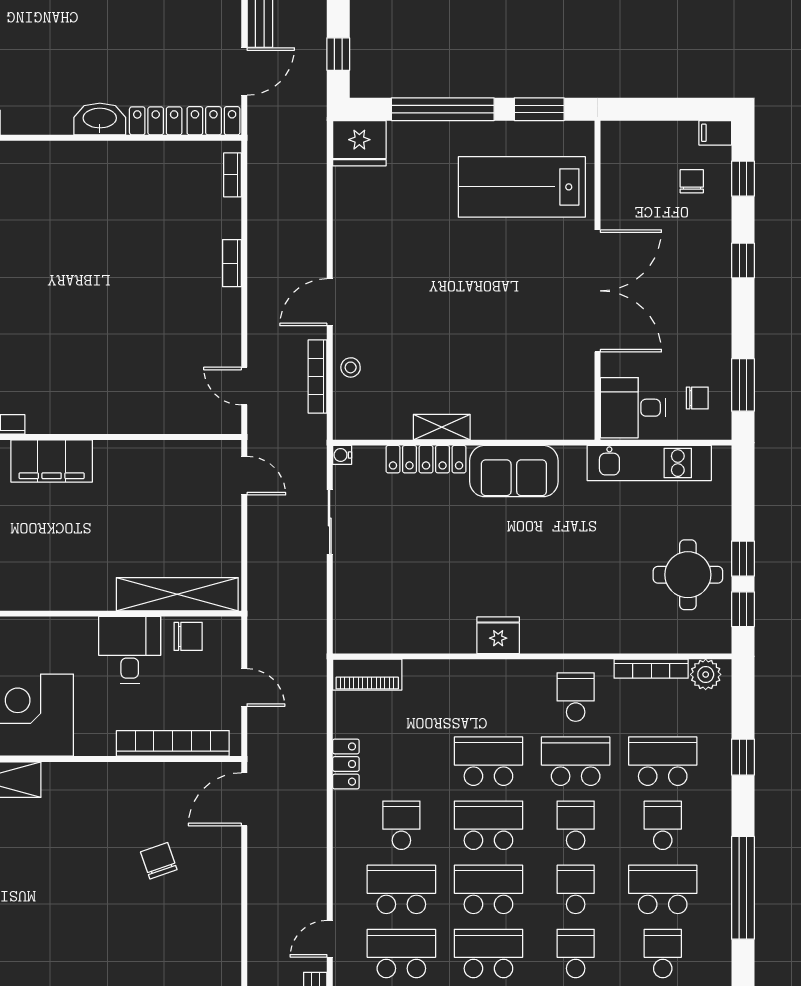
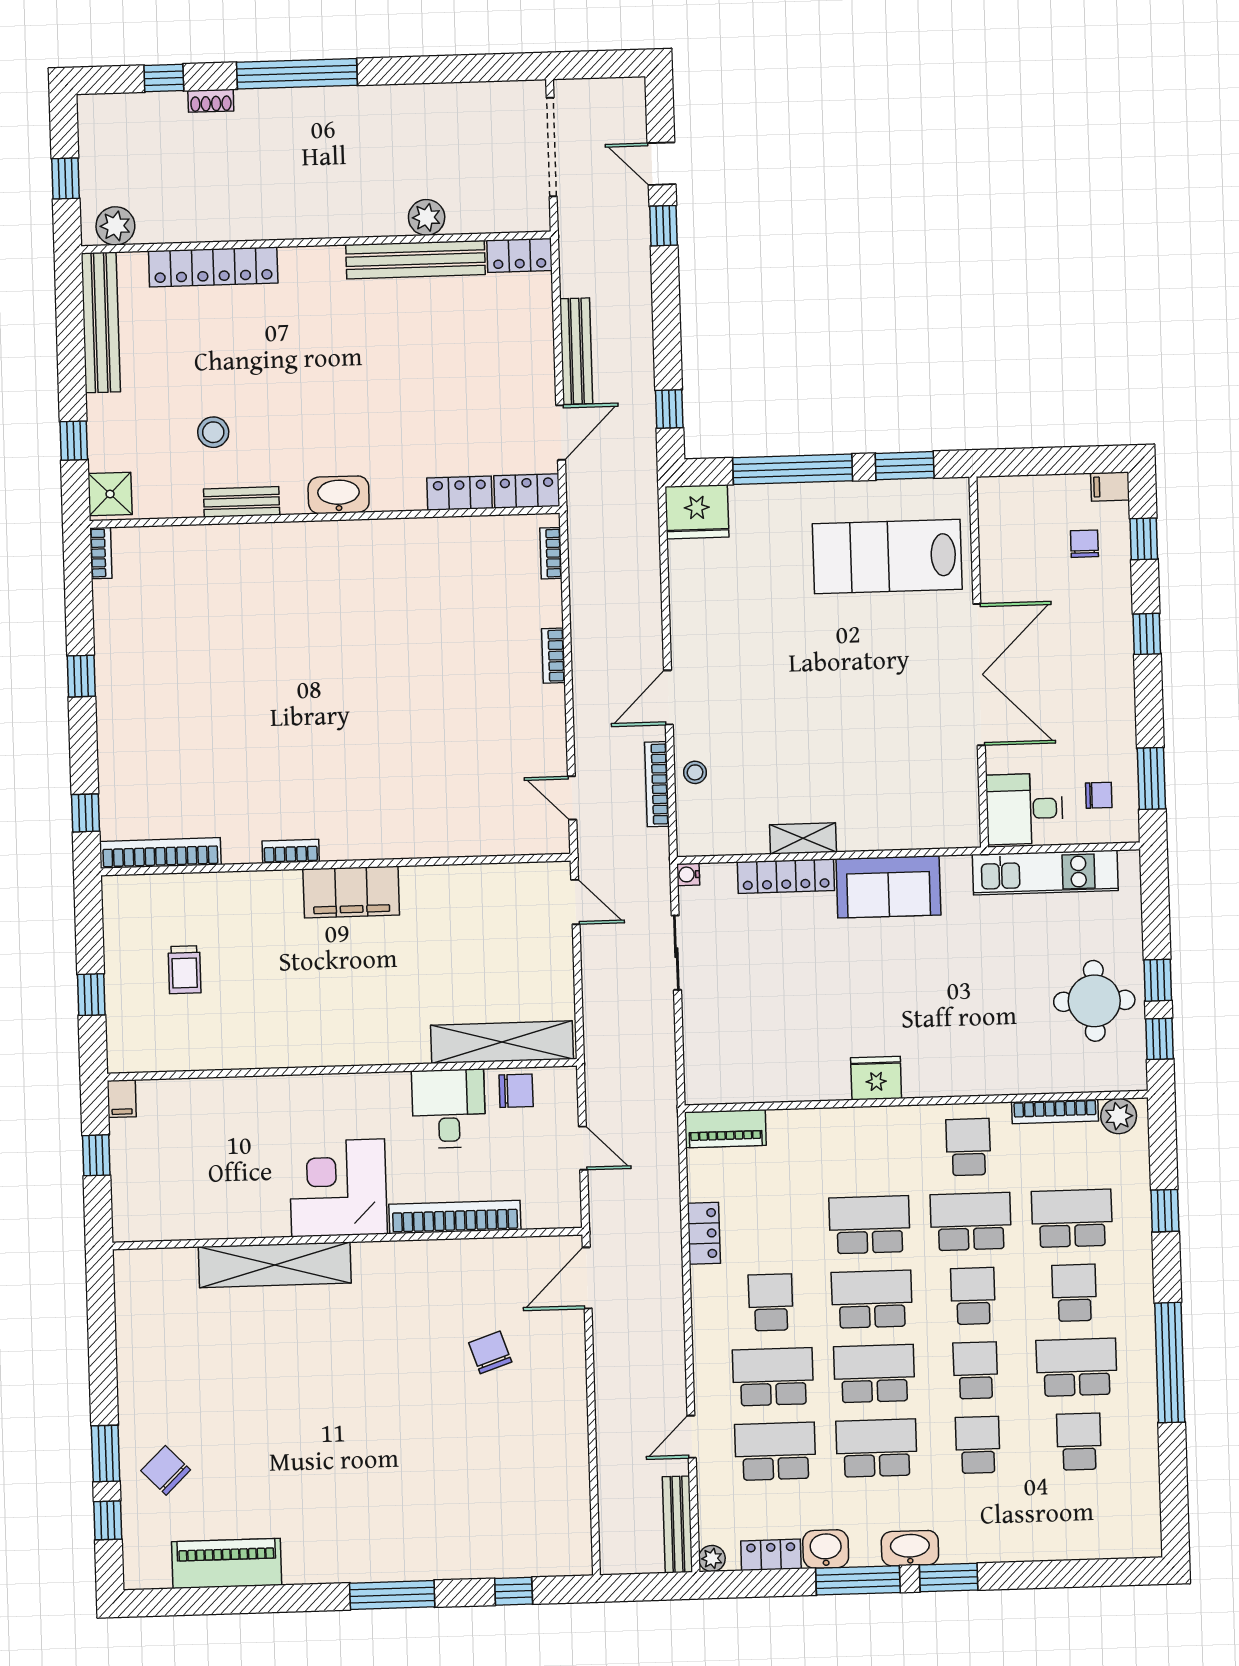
washbasin: (100, 119) -> (339, 495), moved
bookcase: (173, 743) -> (455, 1217), moved

